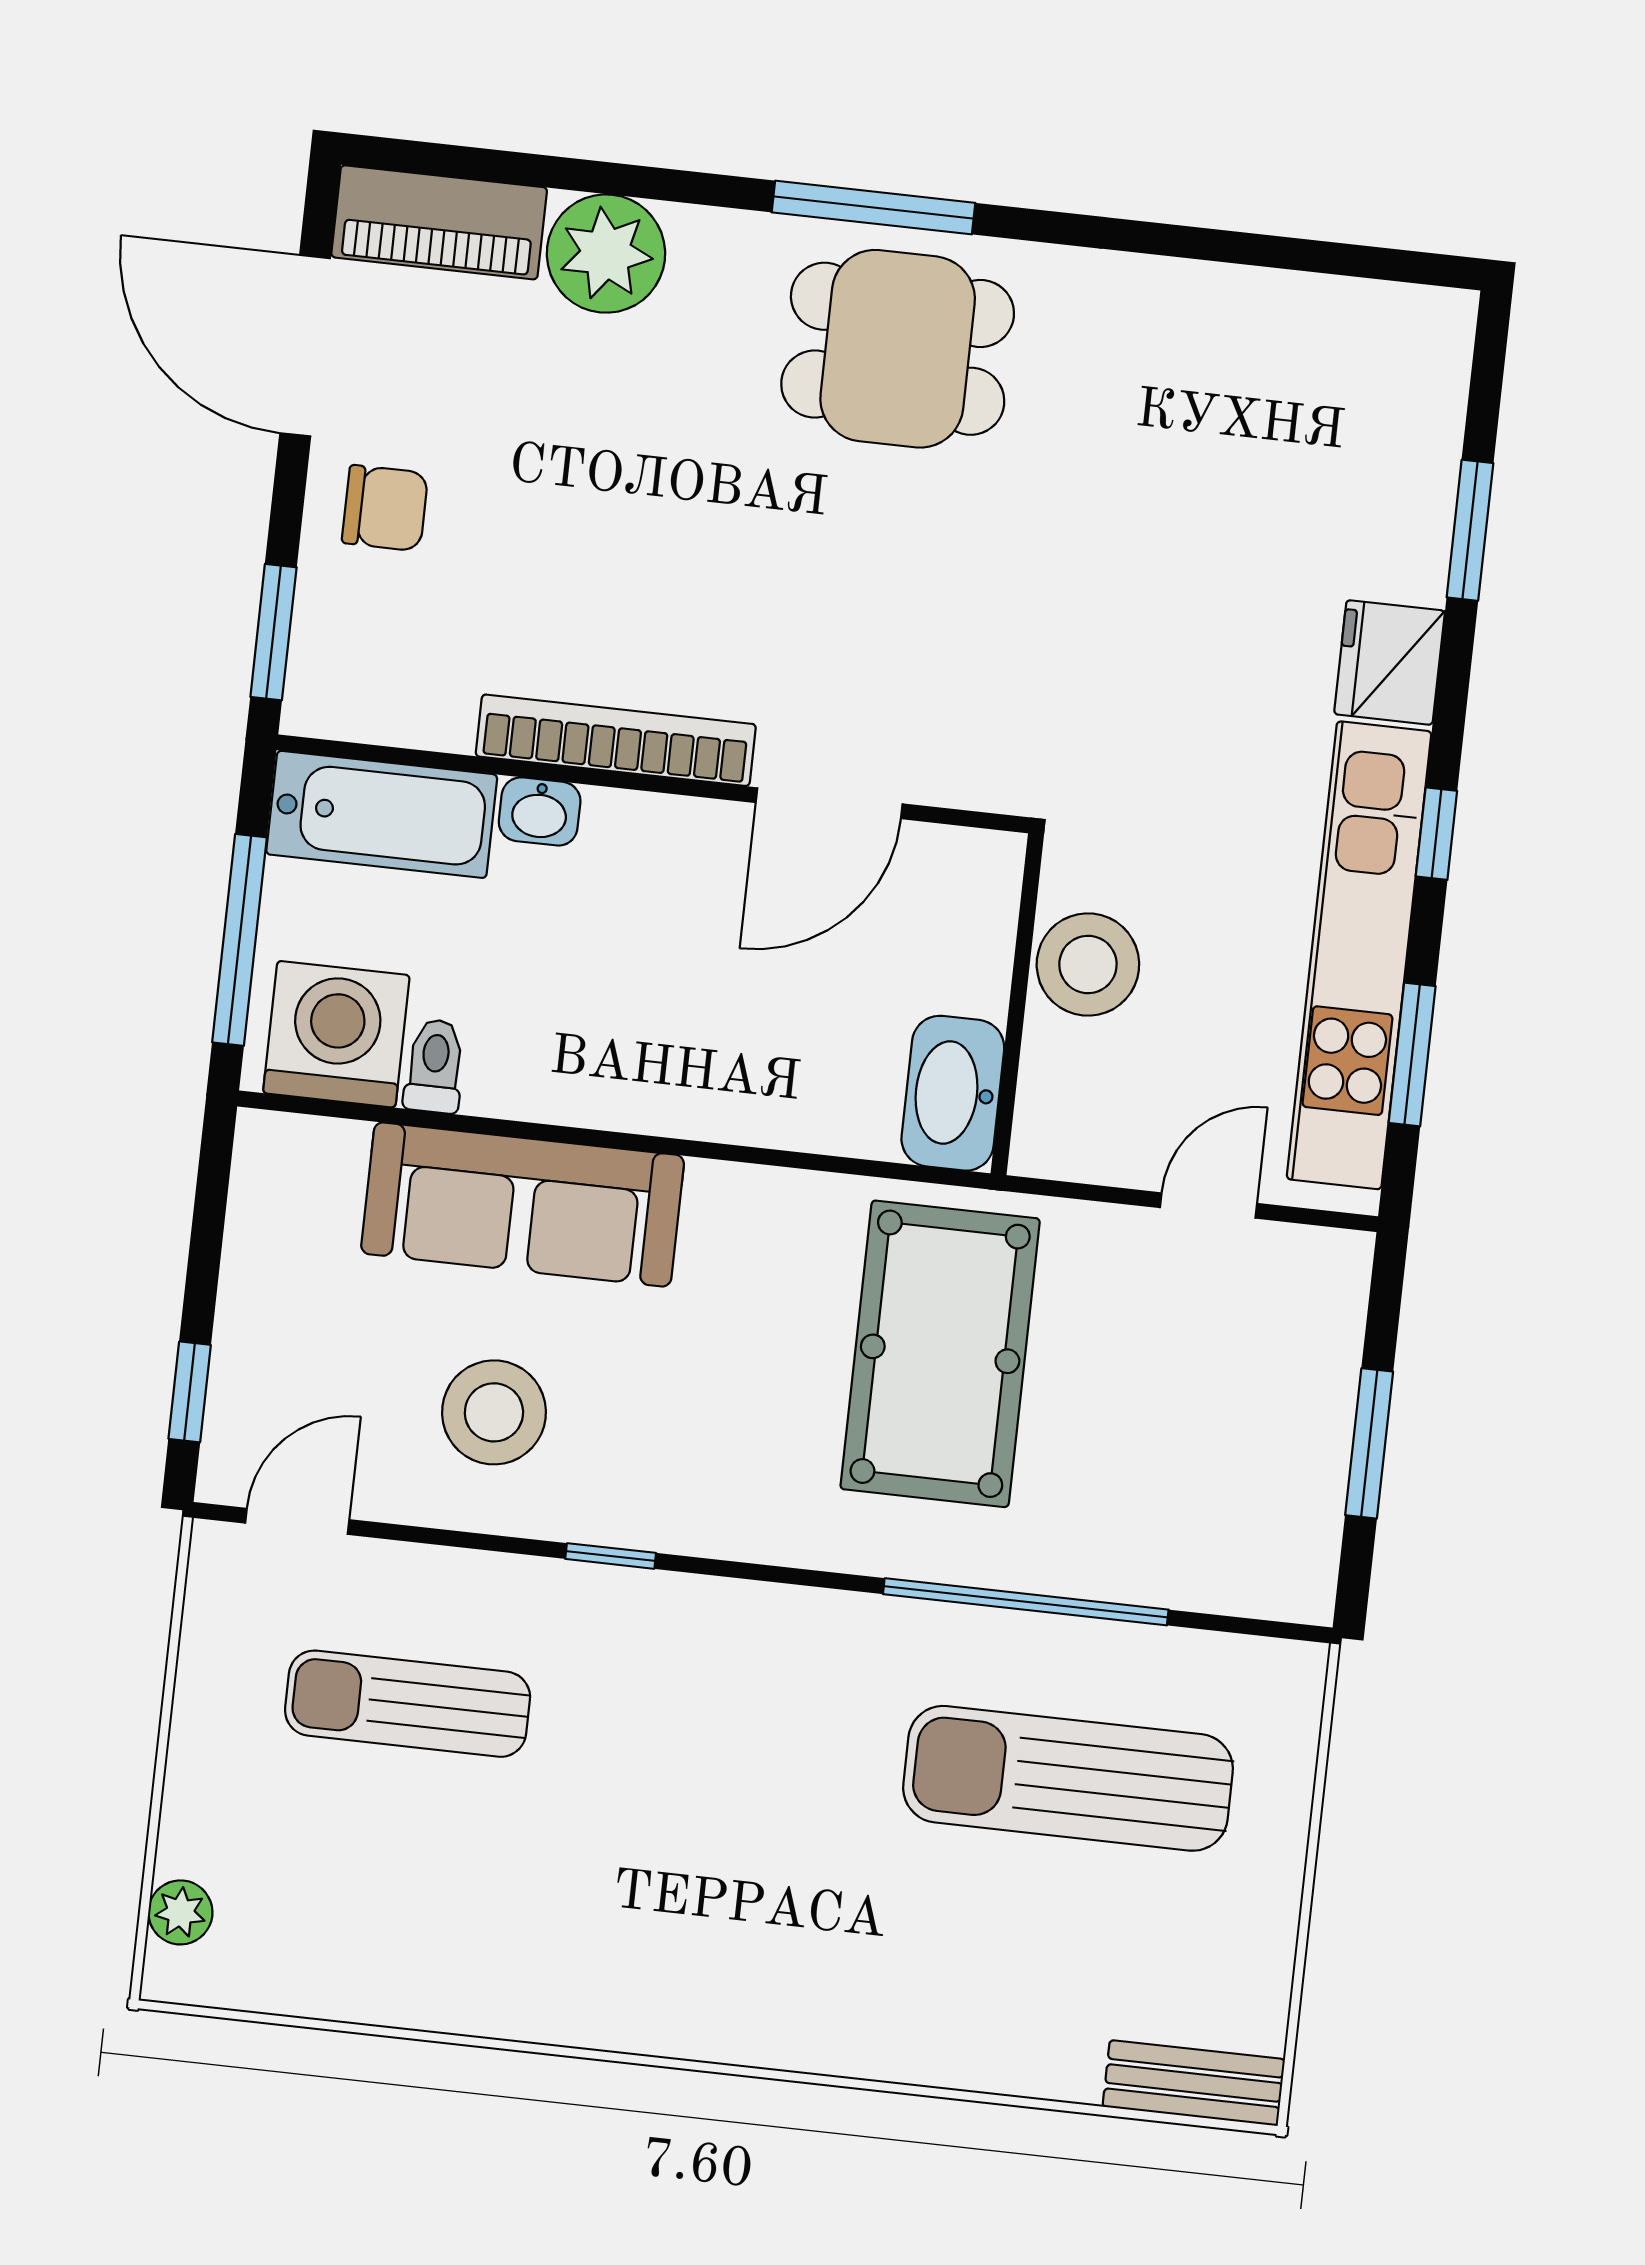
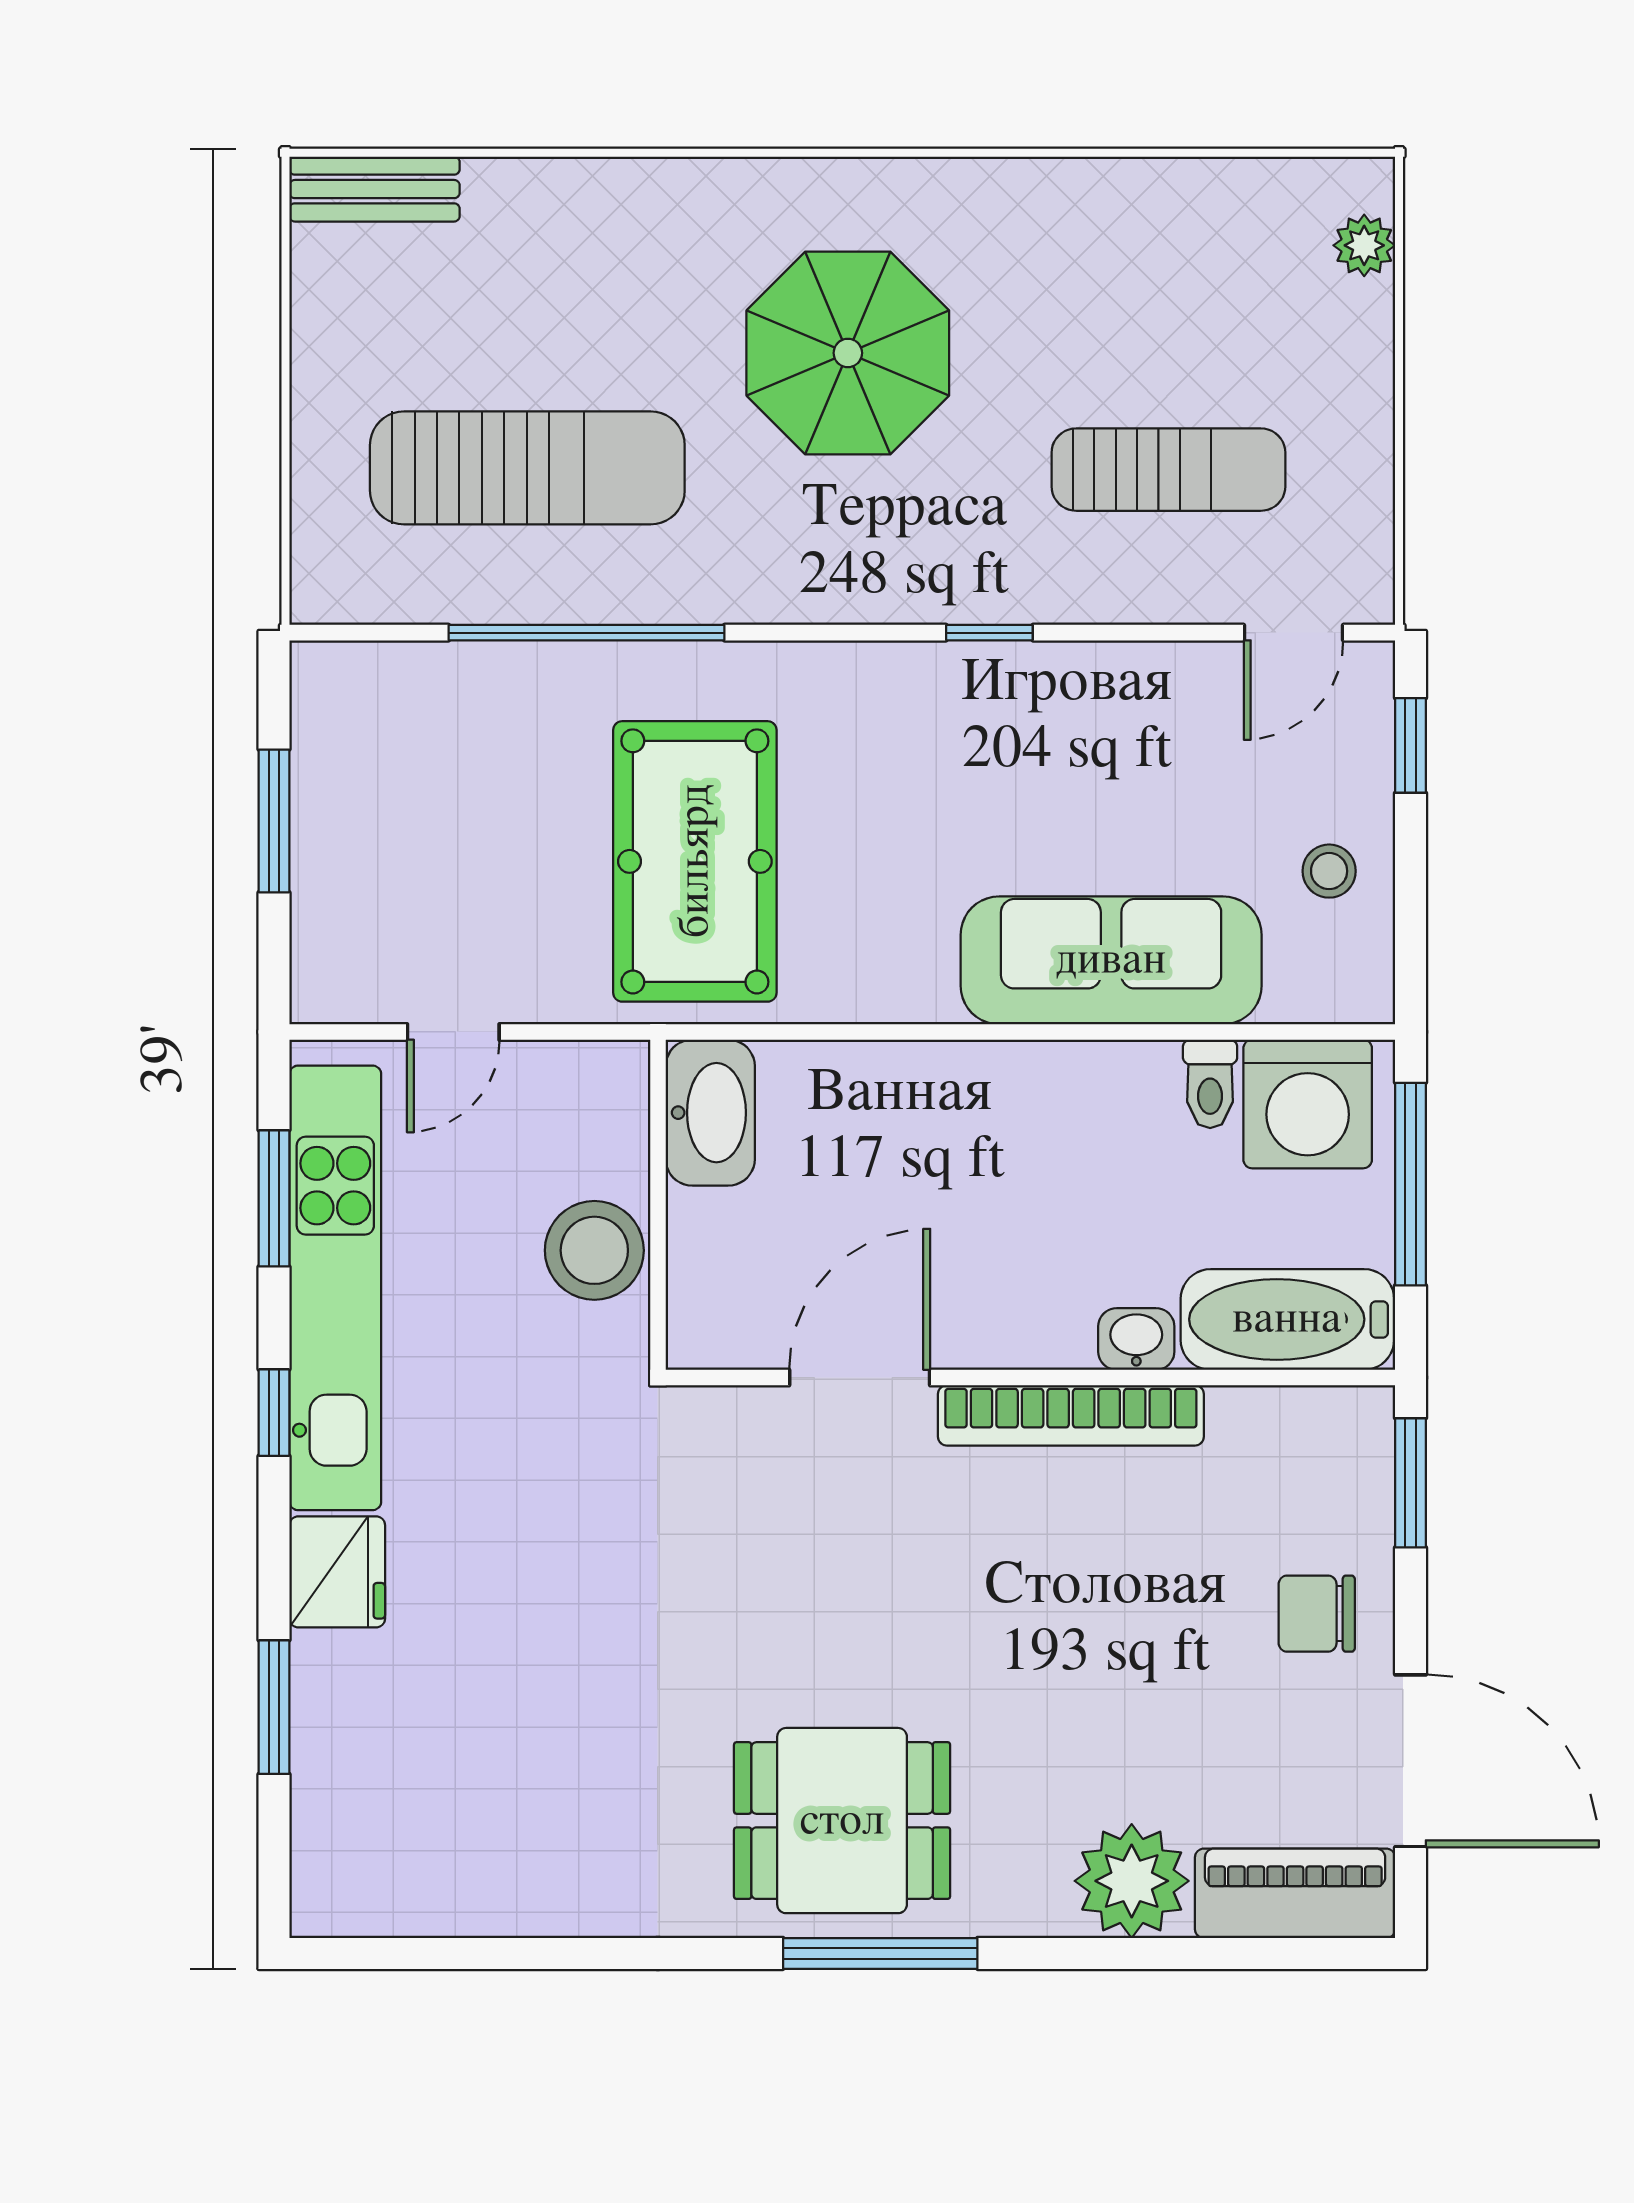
stool: (494, 1412) -> (1329, 871), moved, width x0.53, depth x0.53
parasol: (725, 1860) -> (848, 353), added

